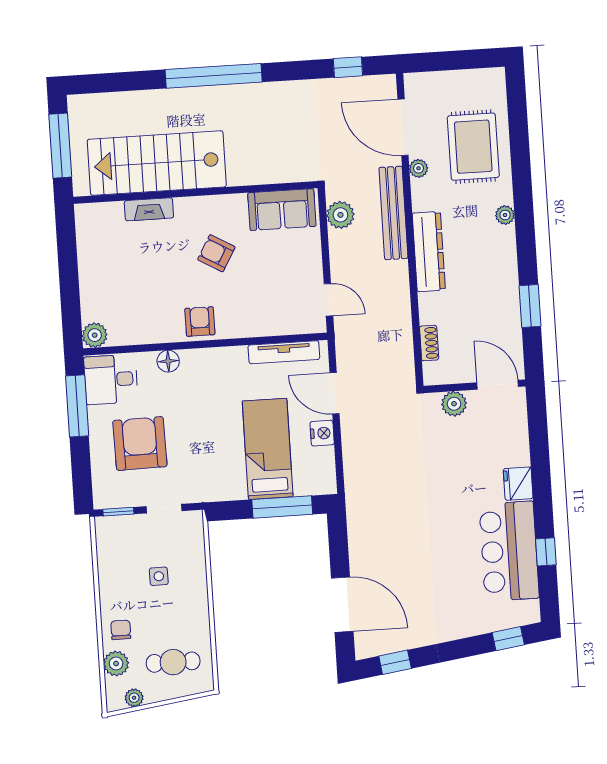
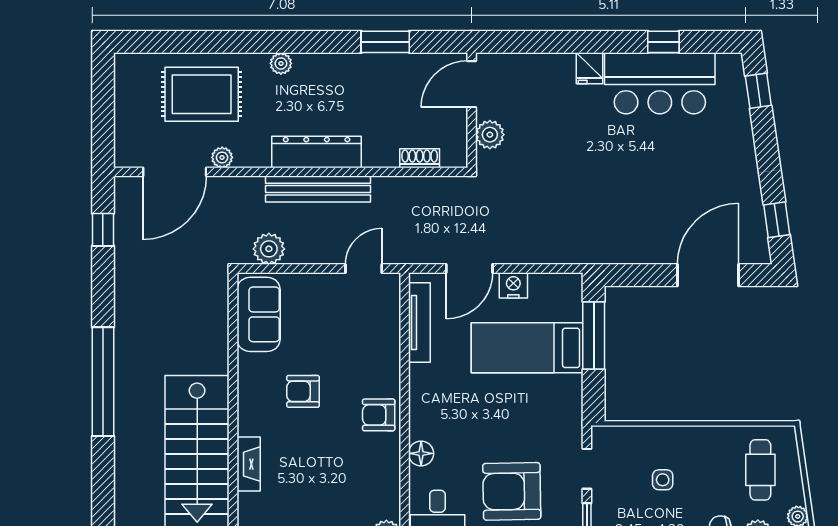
bench: (393, 213) -> (318, 189), moved
armchair: (216, 253) -> (303, 391), turned 60
fridge: (518, 484) -> (589, 68), width x0.72

